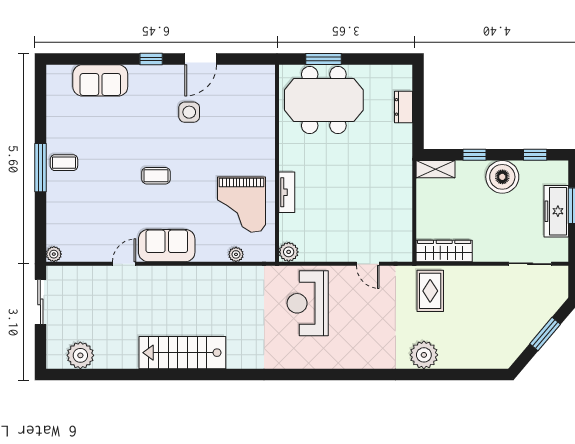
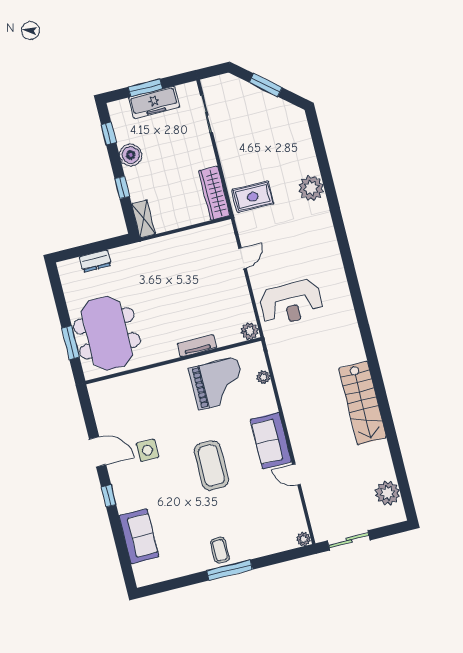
coffee table: (156, 176) -> (211, 466), width x1.86, depth x1.72
boiler: (502, 177) -> (131, 155), width x0.73, depth x0.73

